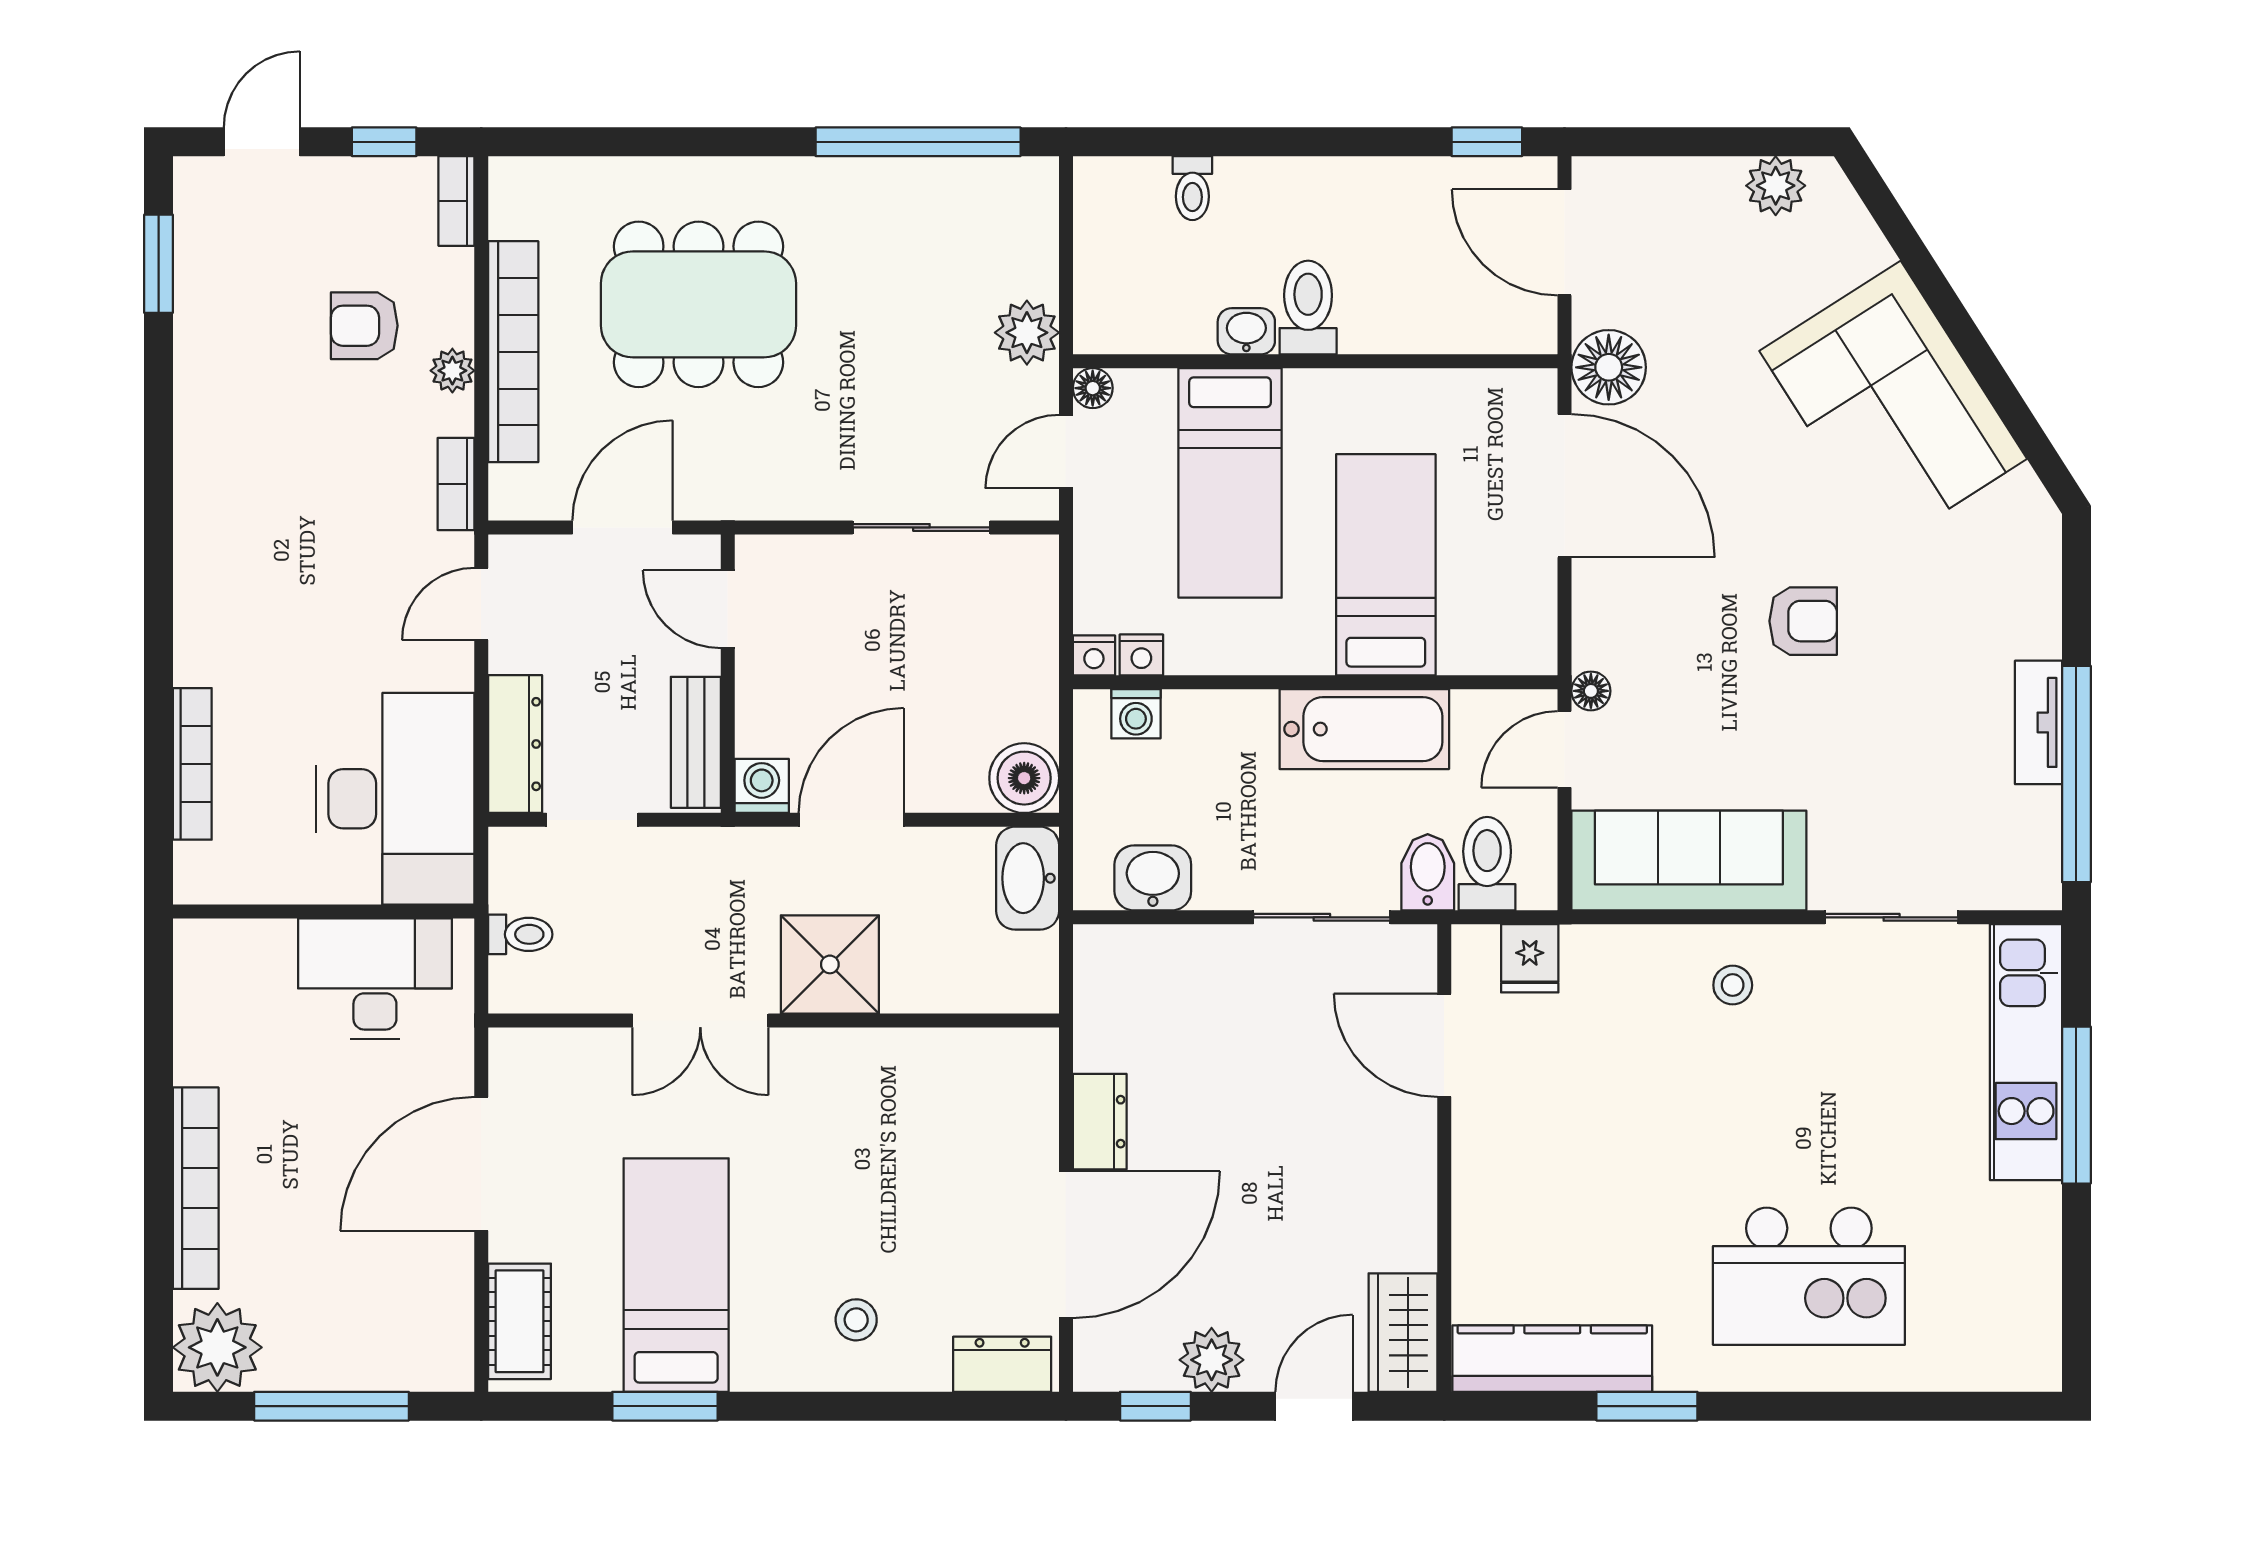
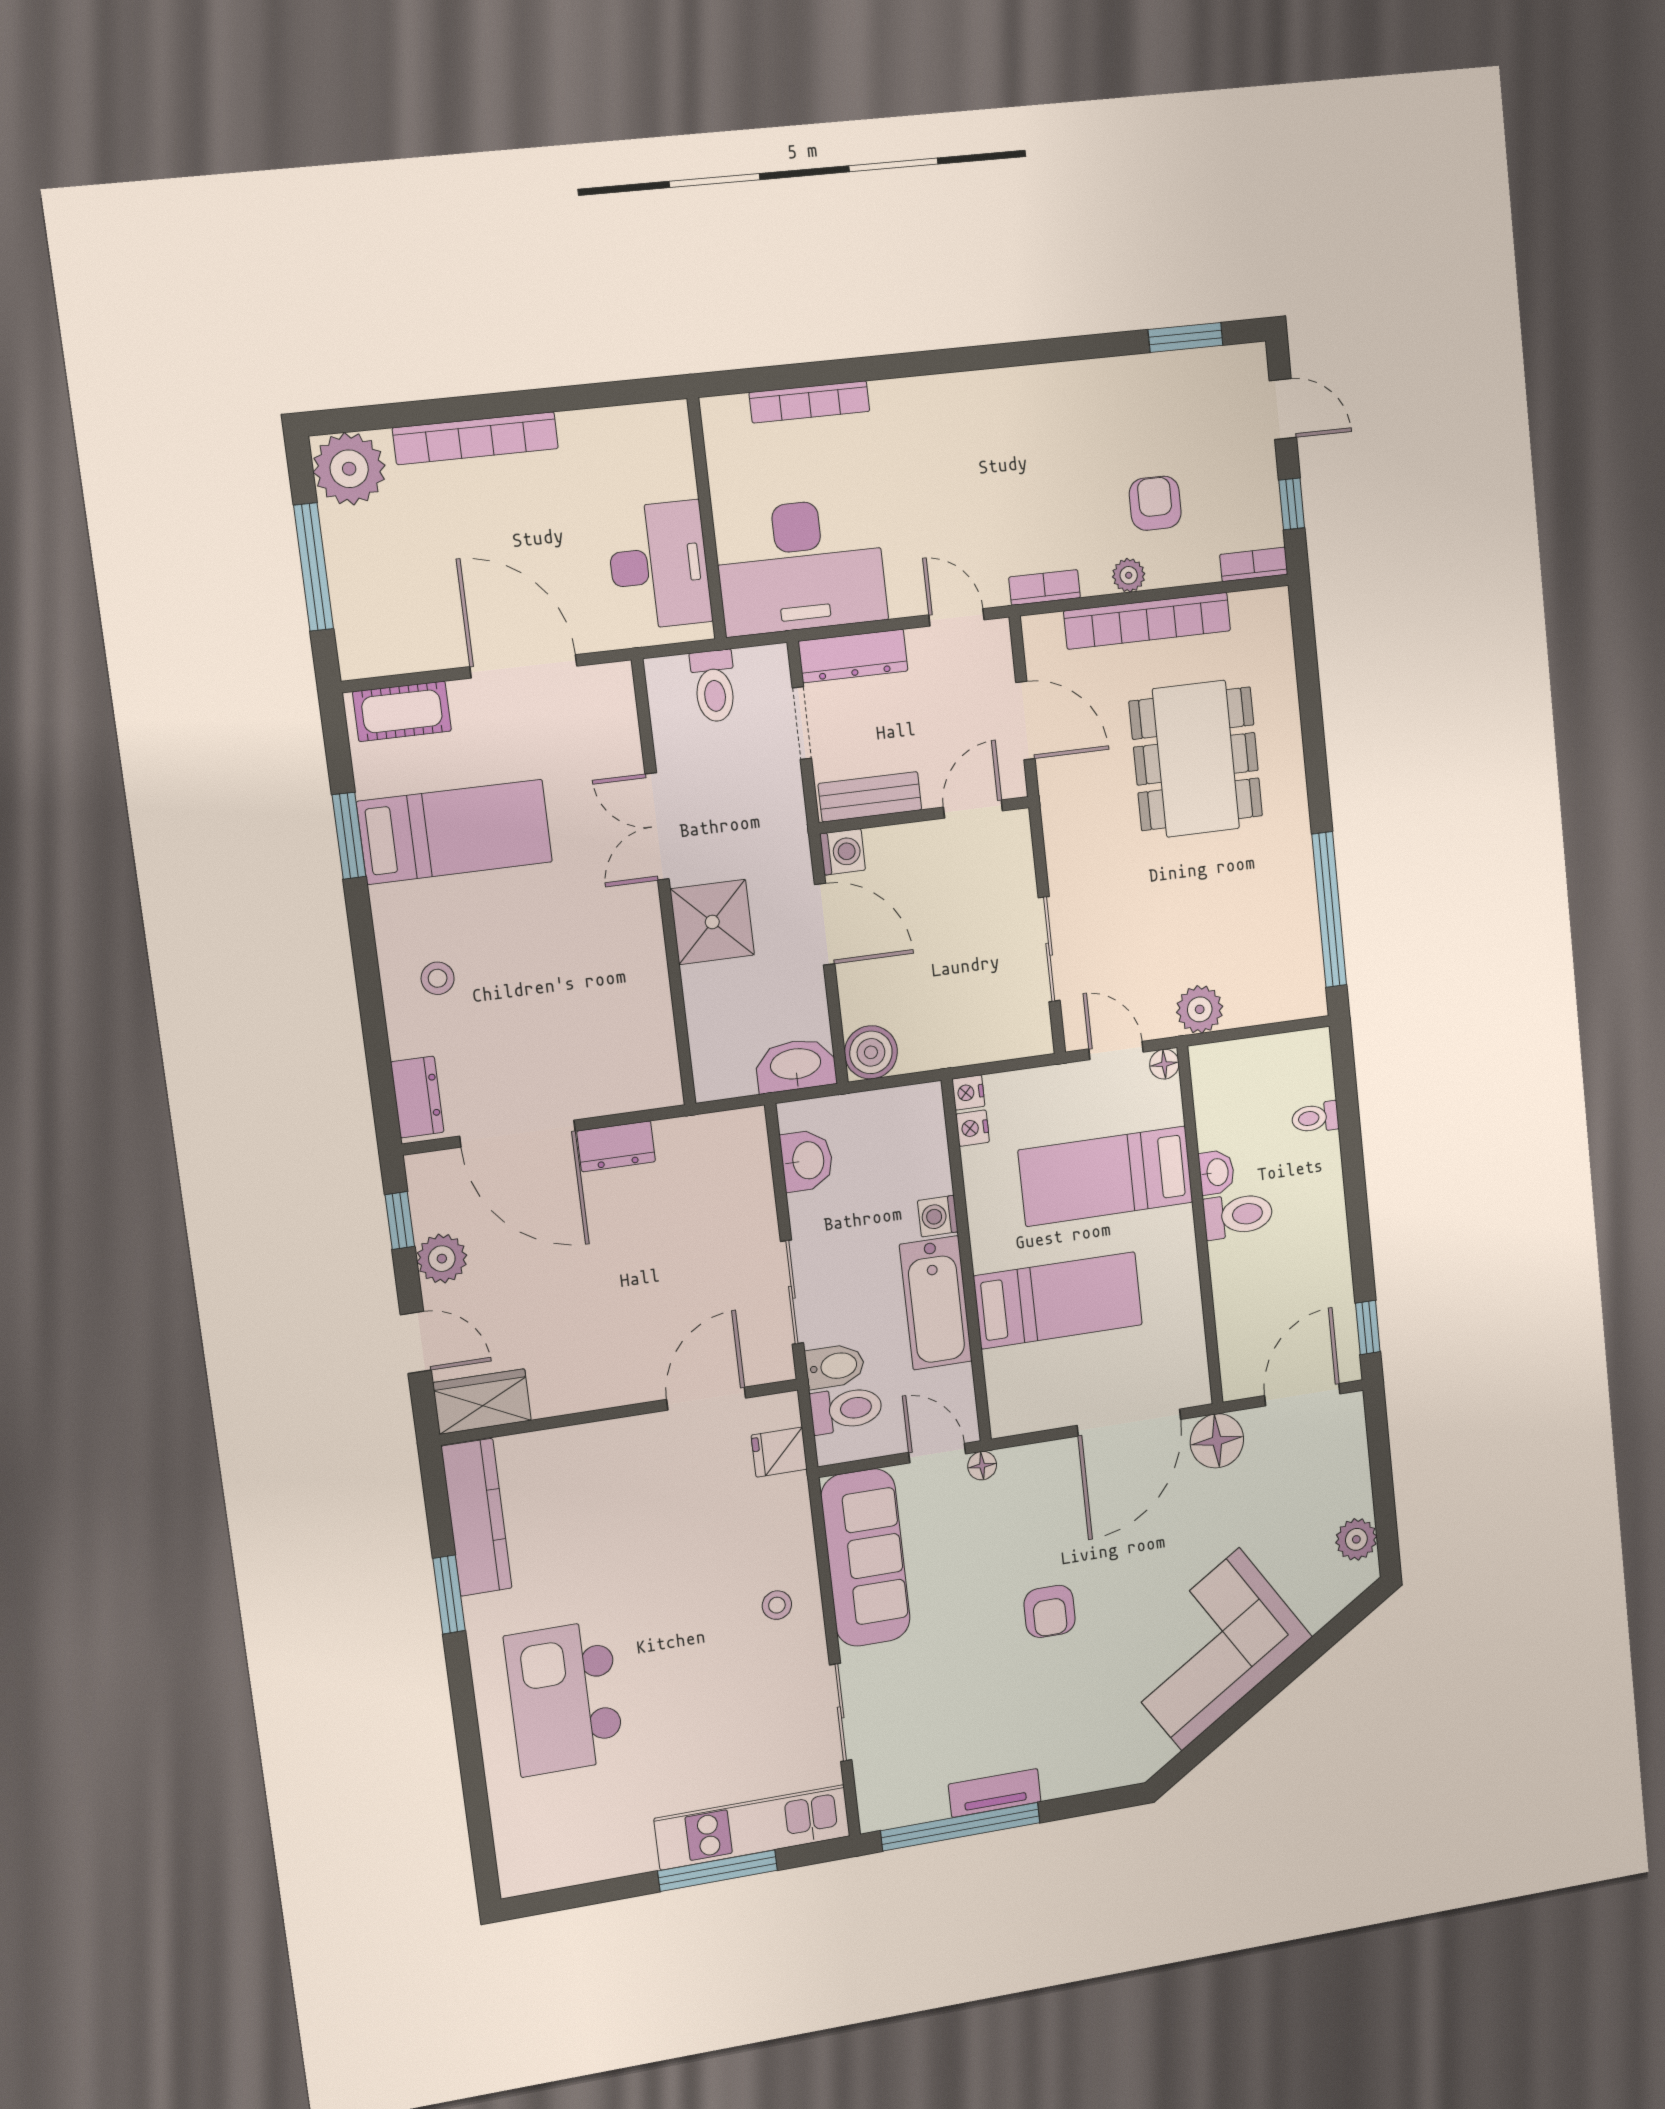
washing machine: (1136, 714) -> (938, 1216), moved
toilet: (520, 934) -> (714, 686), width x1.37, depth x1.39

